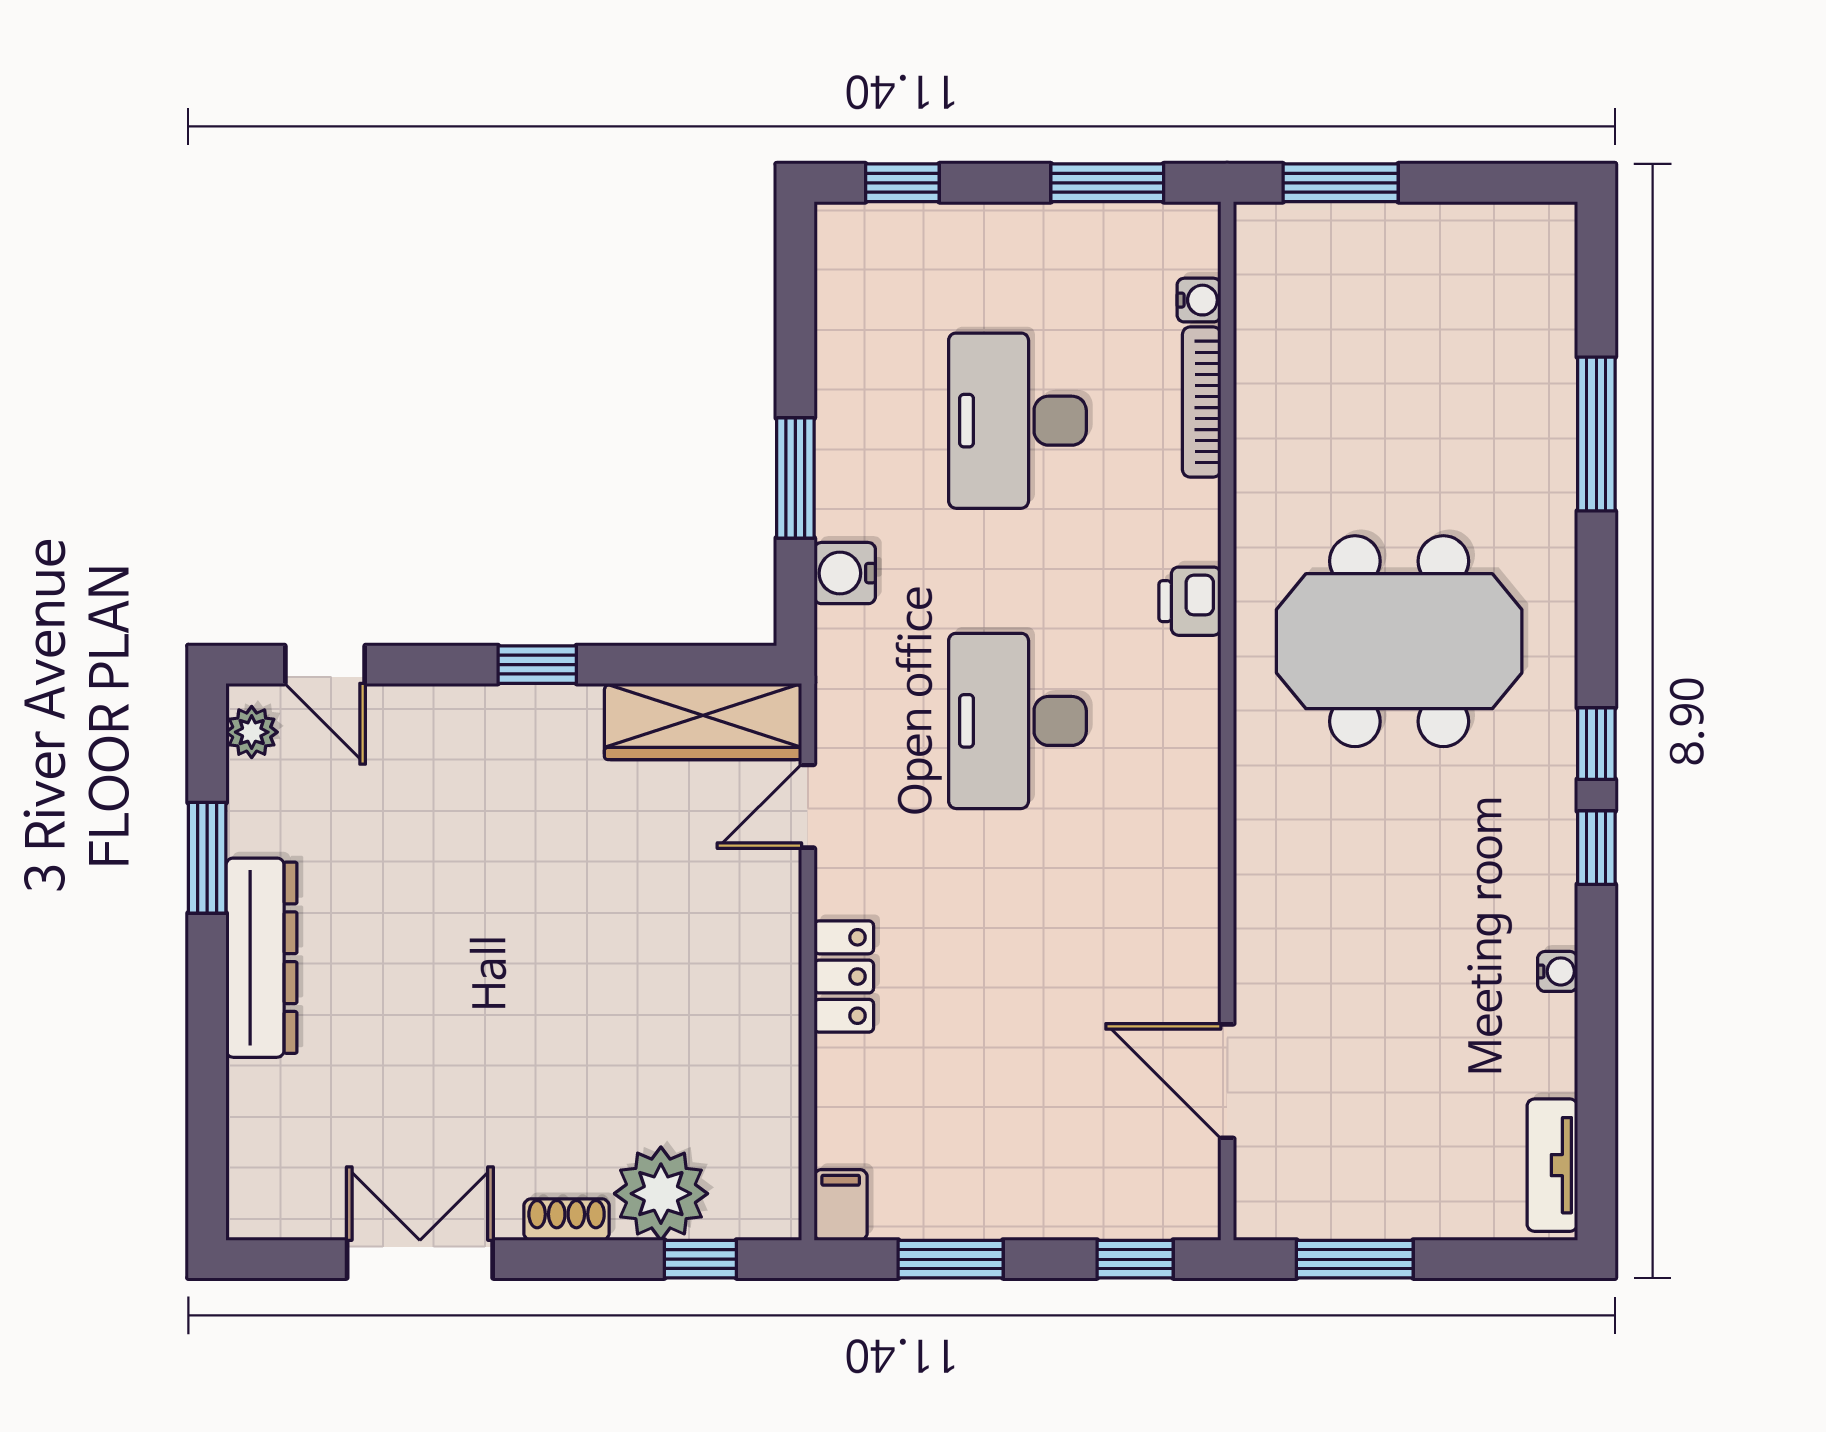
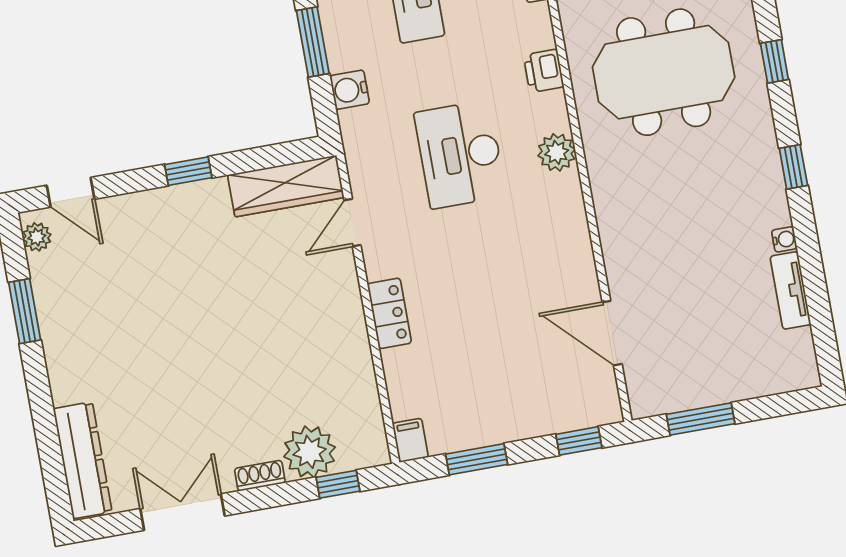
window: (1596, 744) -> (774, 61), moved
plant: (1187, 748) -> (557, 152), added
dresser: (261, 958) -> (83, 460), moved
tv unit: (1552, 1165) -> (790, 290), moved

